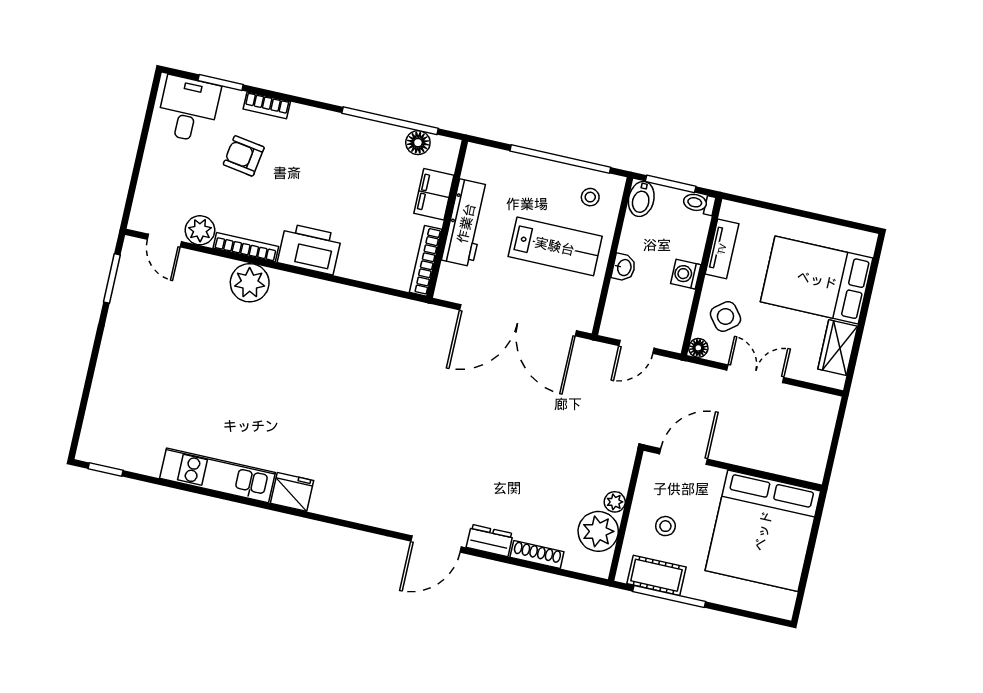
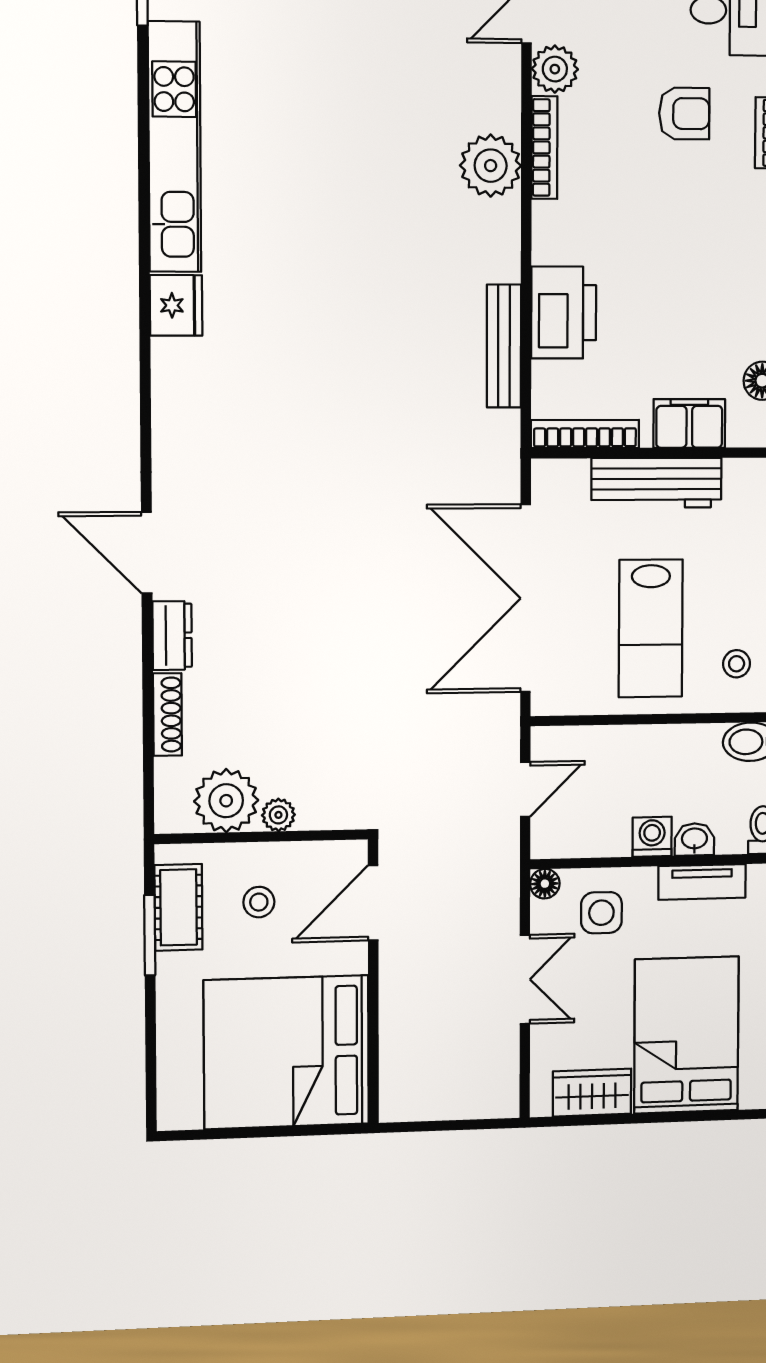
armchair: (244, 156) -> (684, 114), turned 81
printer: (310, 249) -> (564, 313), moved
washbasin: (624, 267) -> (694, 839), moved, turned 180
bench: (361, 299) -> (504, 346), added
side table: (725, 317) -> (601, 913), turned 38
door: (636, 347) -> (525, 789), swing flipped
door: (683, 457) -> (373, 903), swing flipped
kitchen unit: (217, 475) -> (175, 147), width x1.36
window: (669, 597) -> (150, 935), width x0.69

